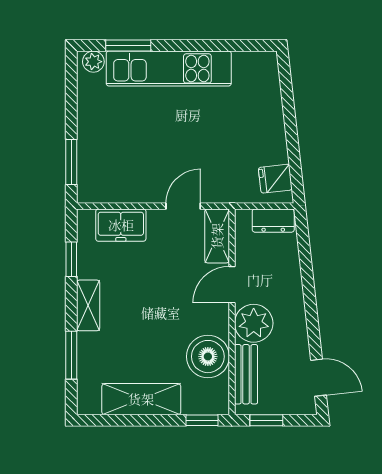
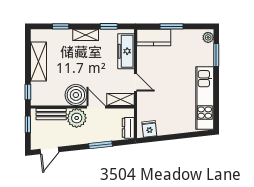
kitchen unit: (169, 68) -> (205, 98), moved
window: (71, 162) -> (172, 26), moved
kitchen counter: (93, 170) -> (154, 37), added
freezer: (121, 225) -> (126, 51), width x1.40
window: (307, 276) -> (100, 145), added
window: (71, 355) -> (61, 26), width x0.67
boiler: (208, 357) -> (76, 95), moved

